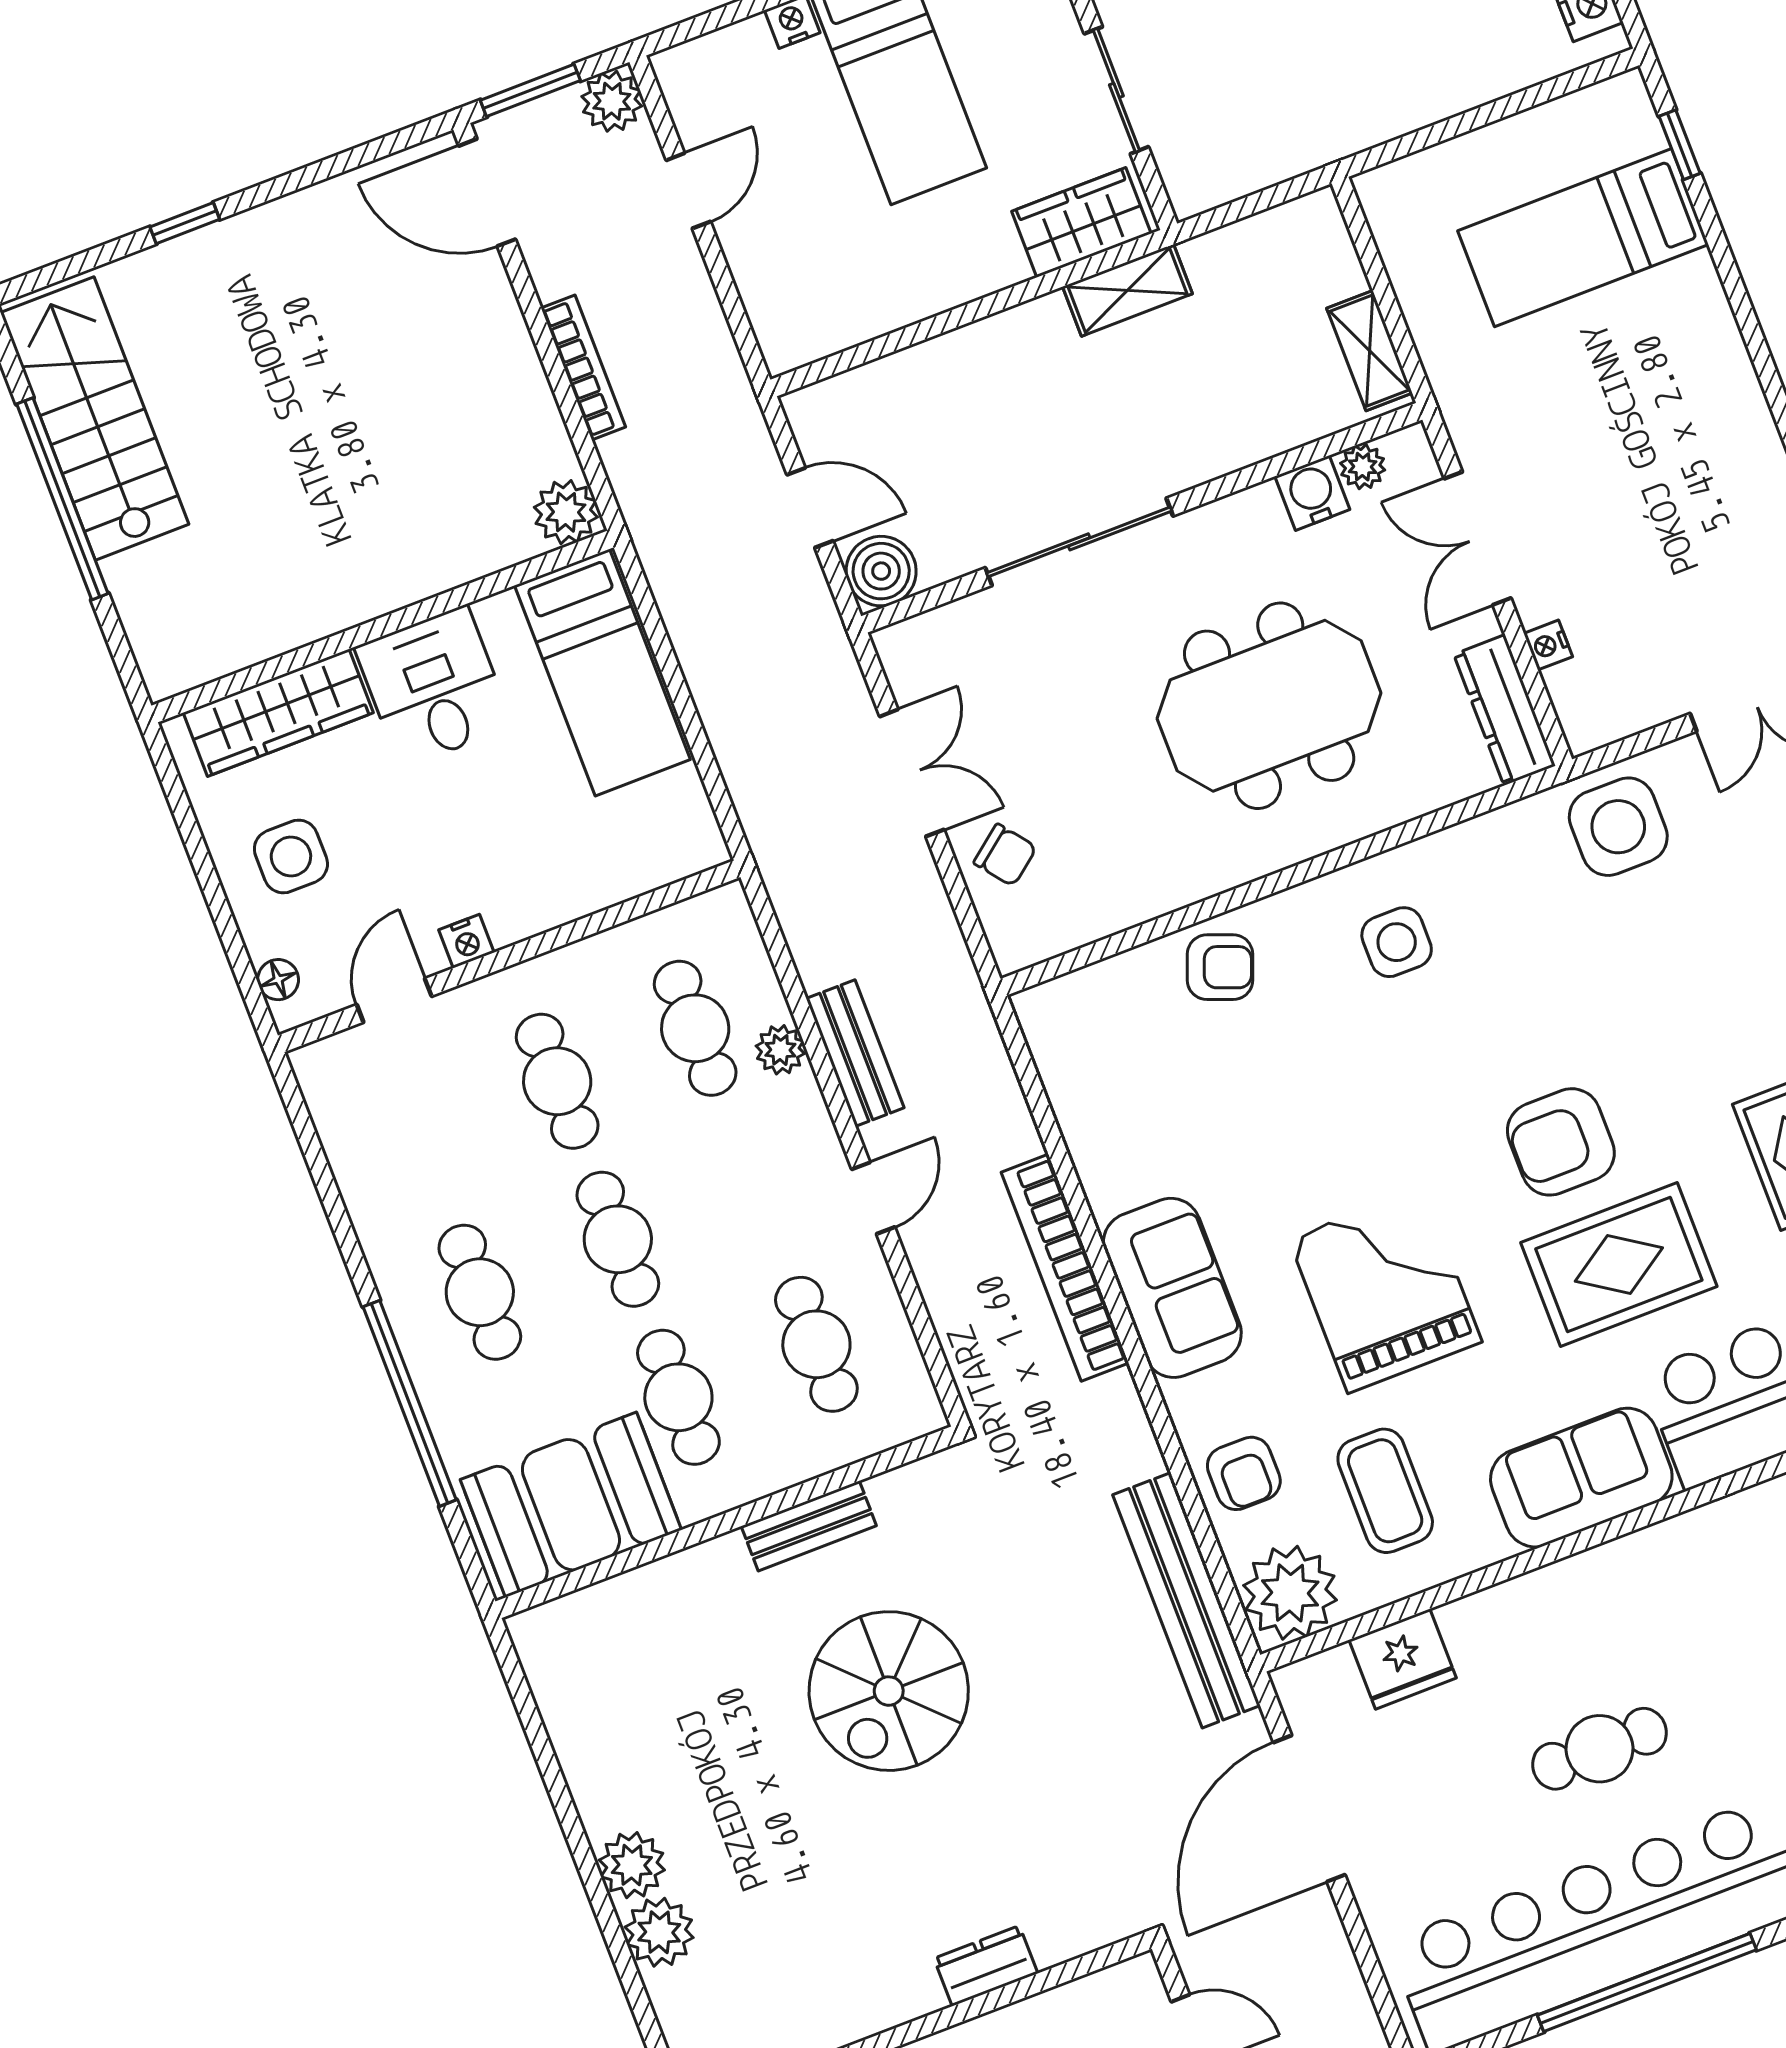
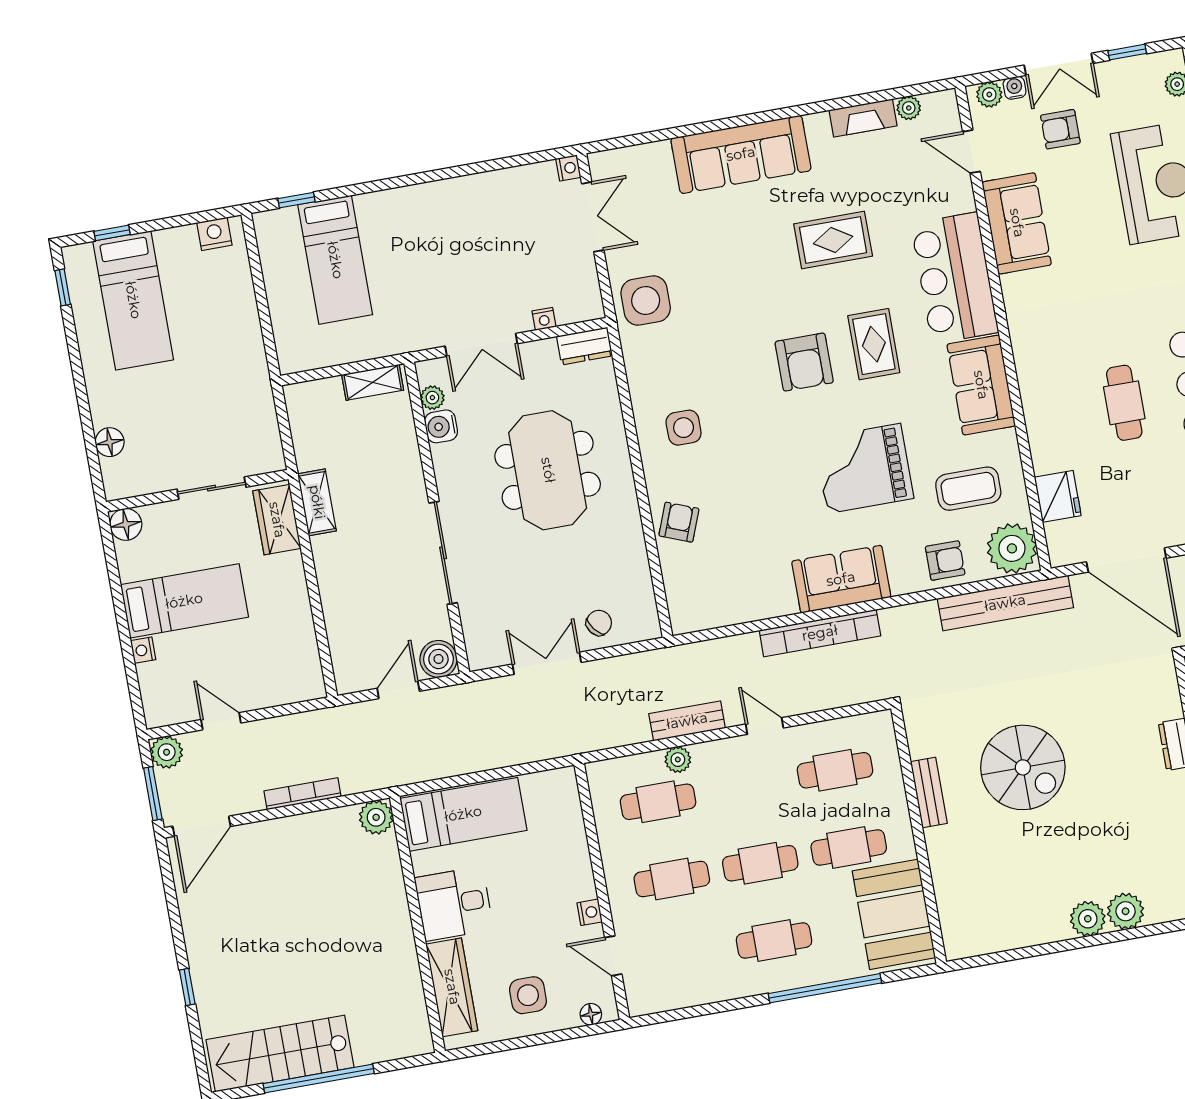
dresser: (1504, 710) -> (585, 346), width x0.70
rug: (1619, 1264) -> (874, 344), width x0.73, depth x0.70

